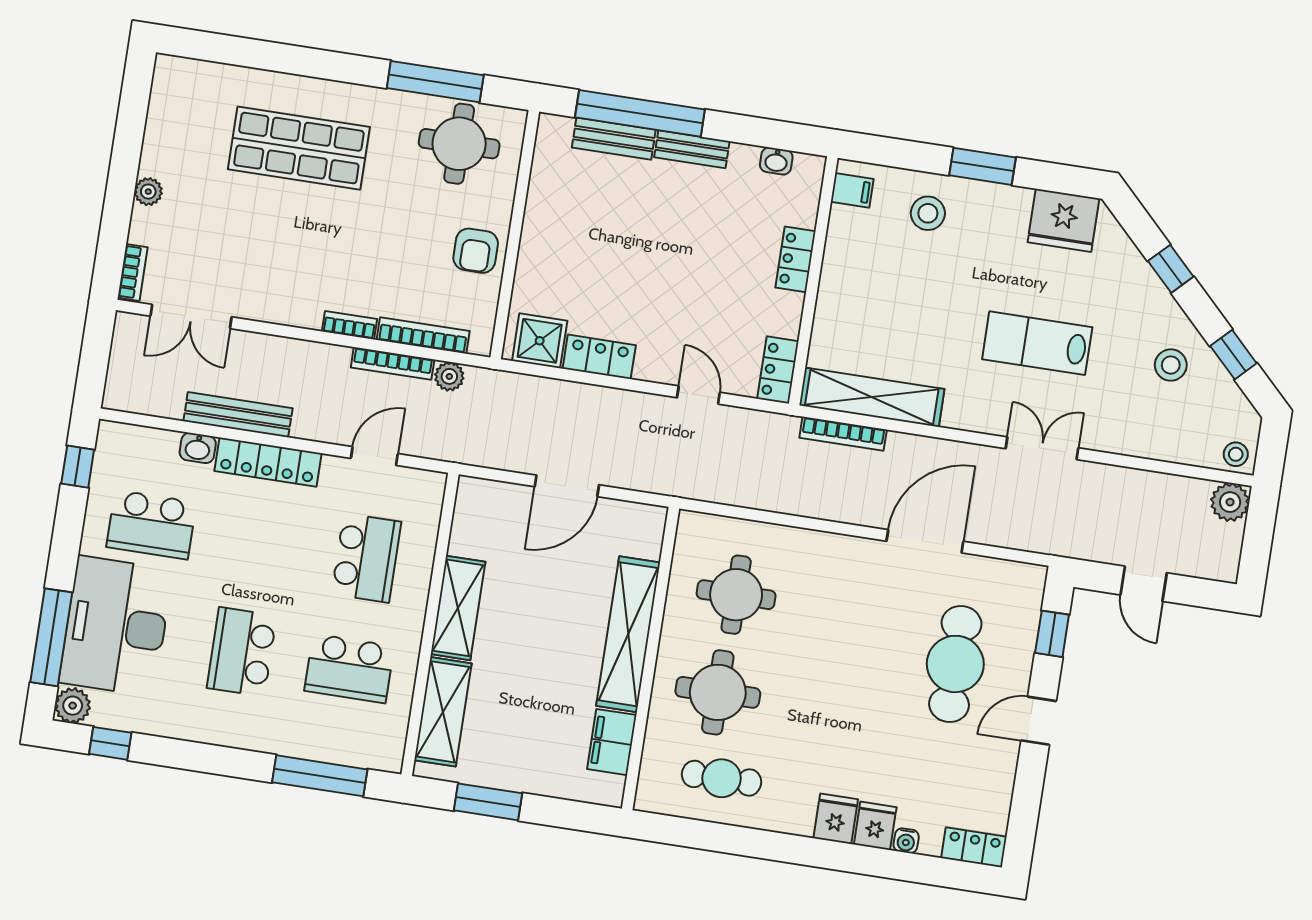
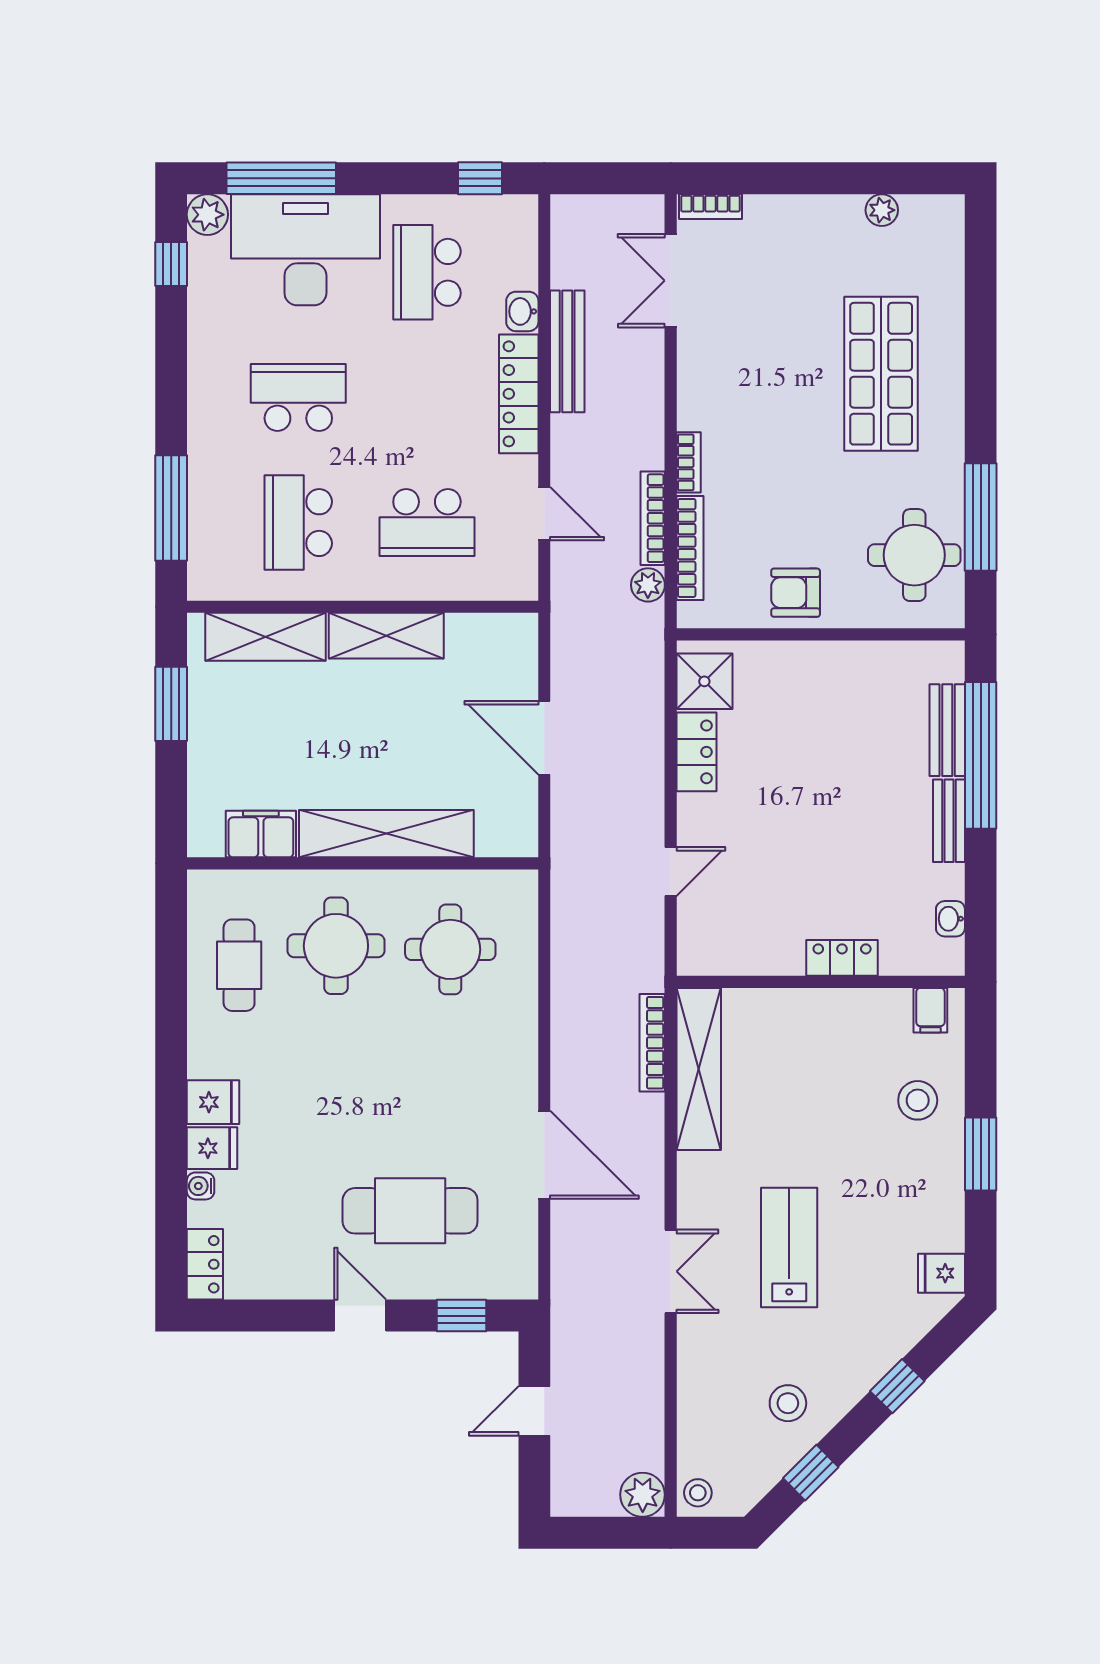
plant: (148, 192) -> (882, 210), moved
fridge: (1064, 220) -> (941, 1273), width x0.53, depth x0.75
locker: (778, 370) -> (713, 957), removed

